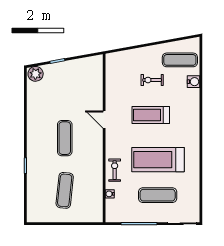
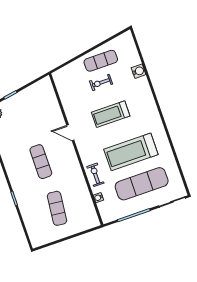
exercise mat: (180, 60) -> (101, 61), moved
exercise mat: (158, 195) -> (142, 184), width x1.36, depth x1.45

